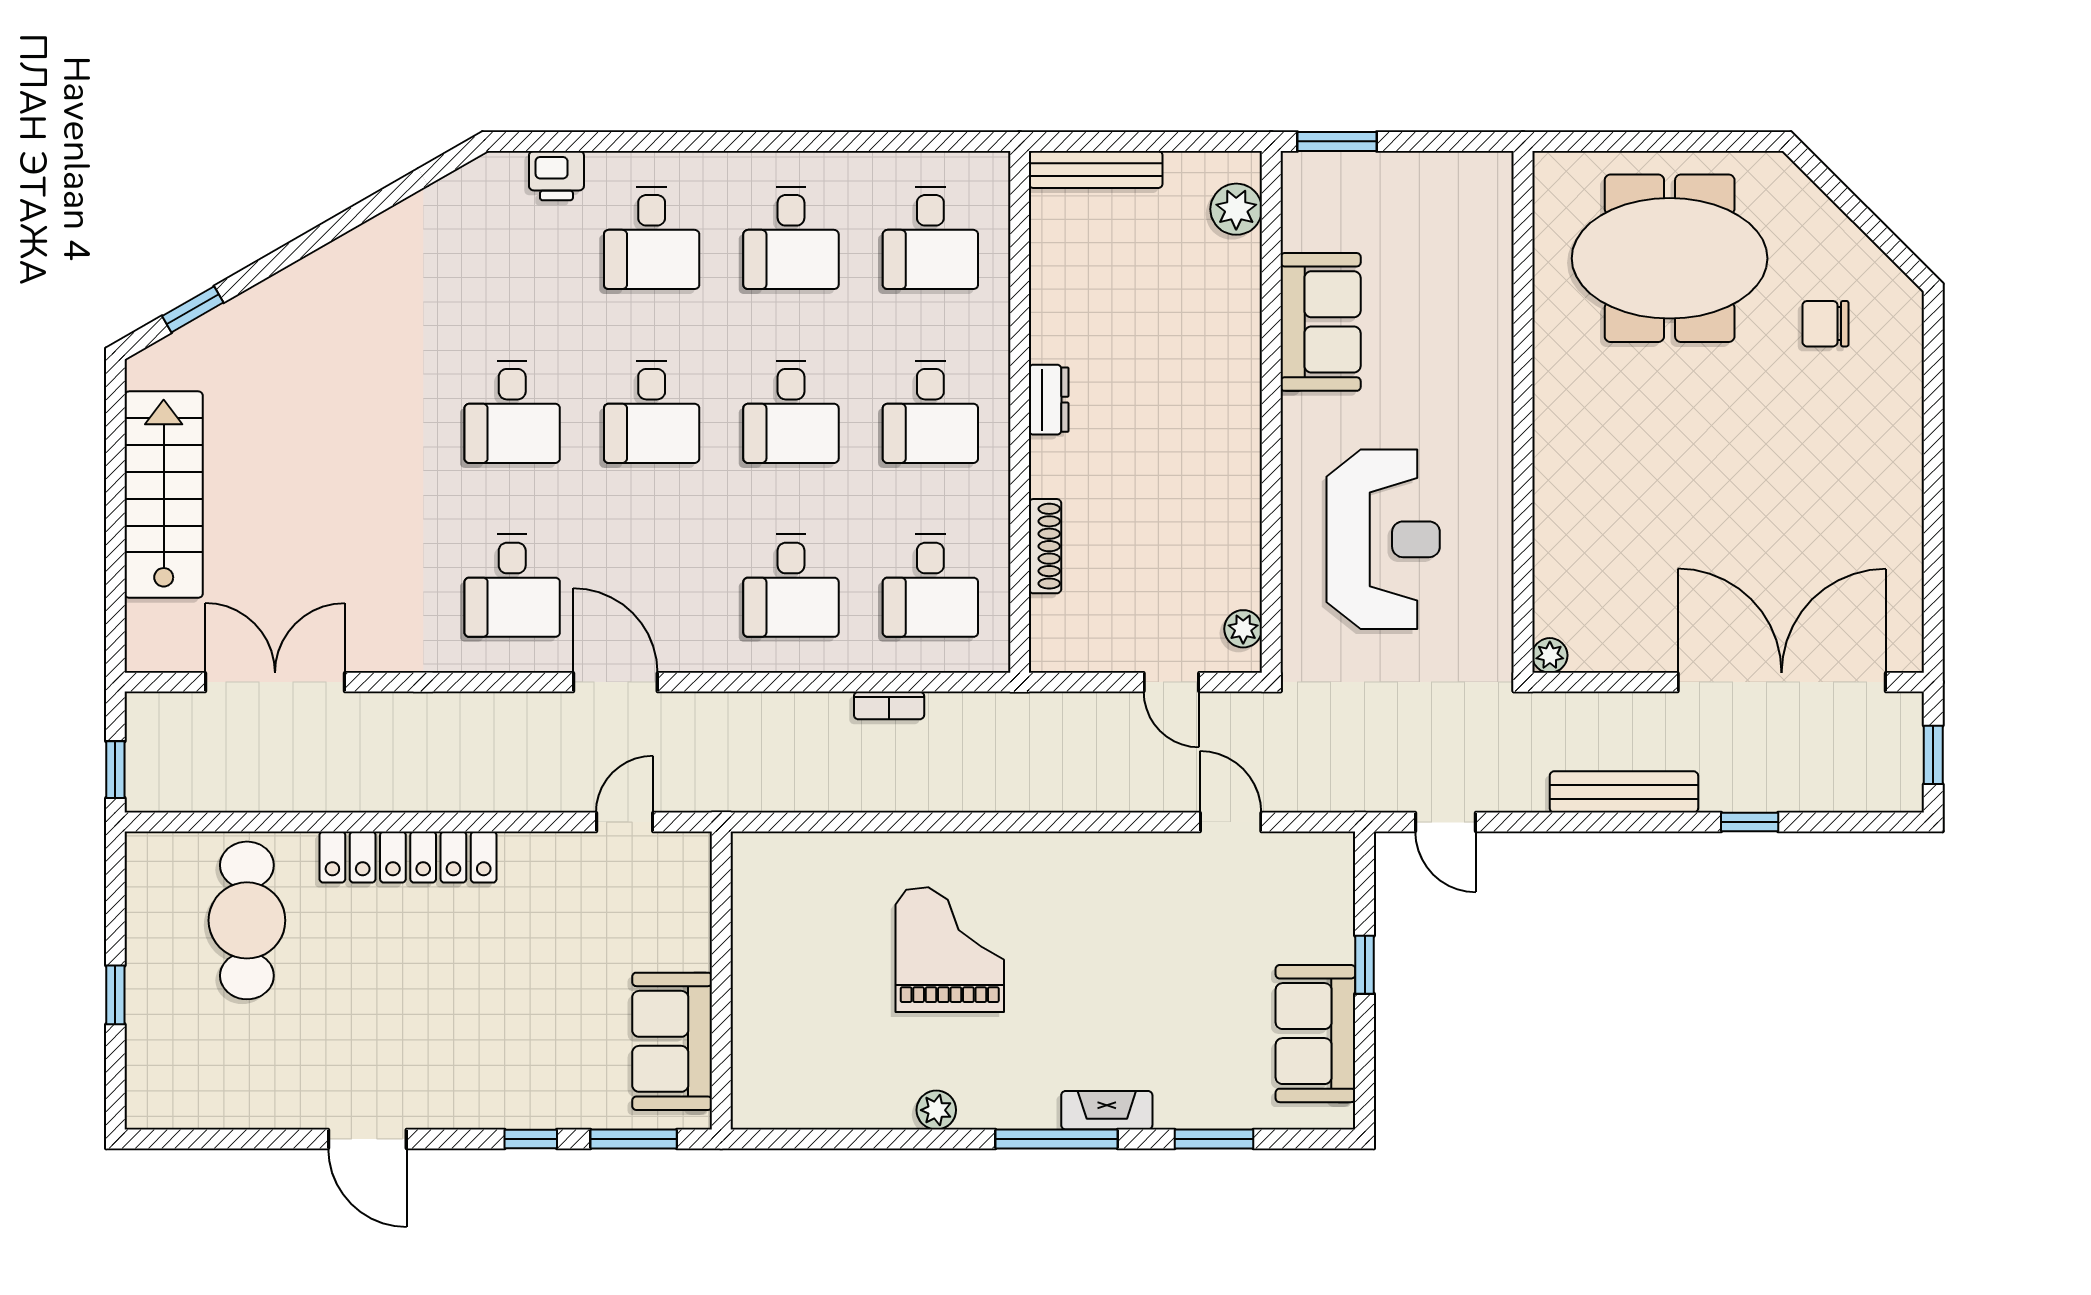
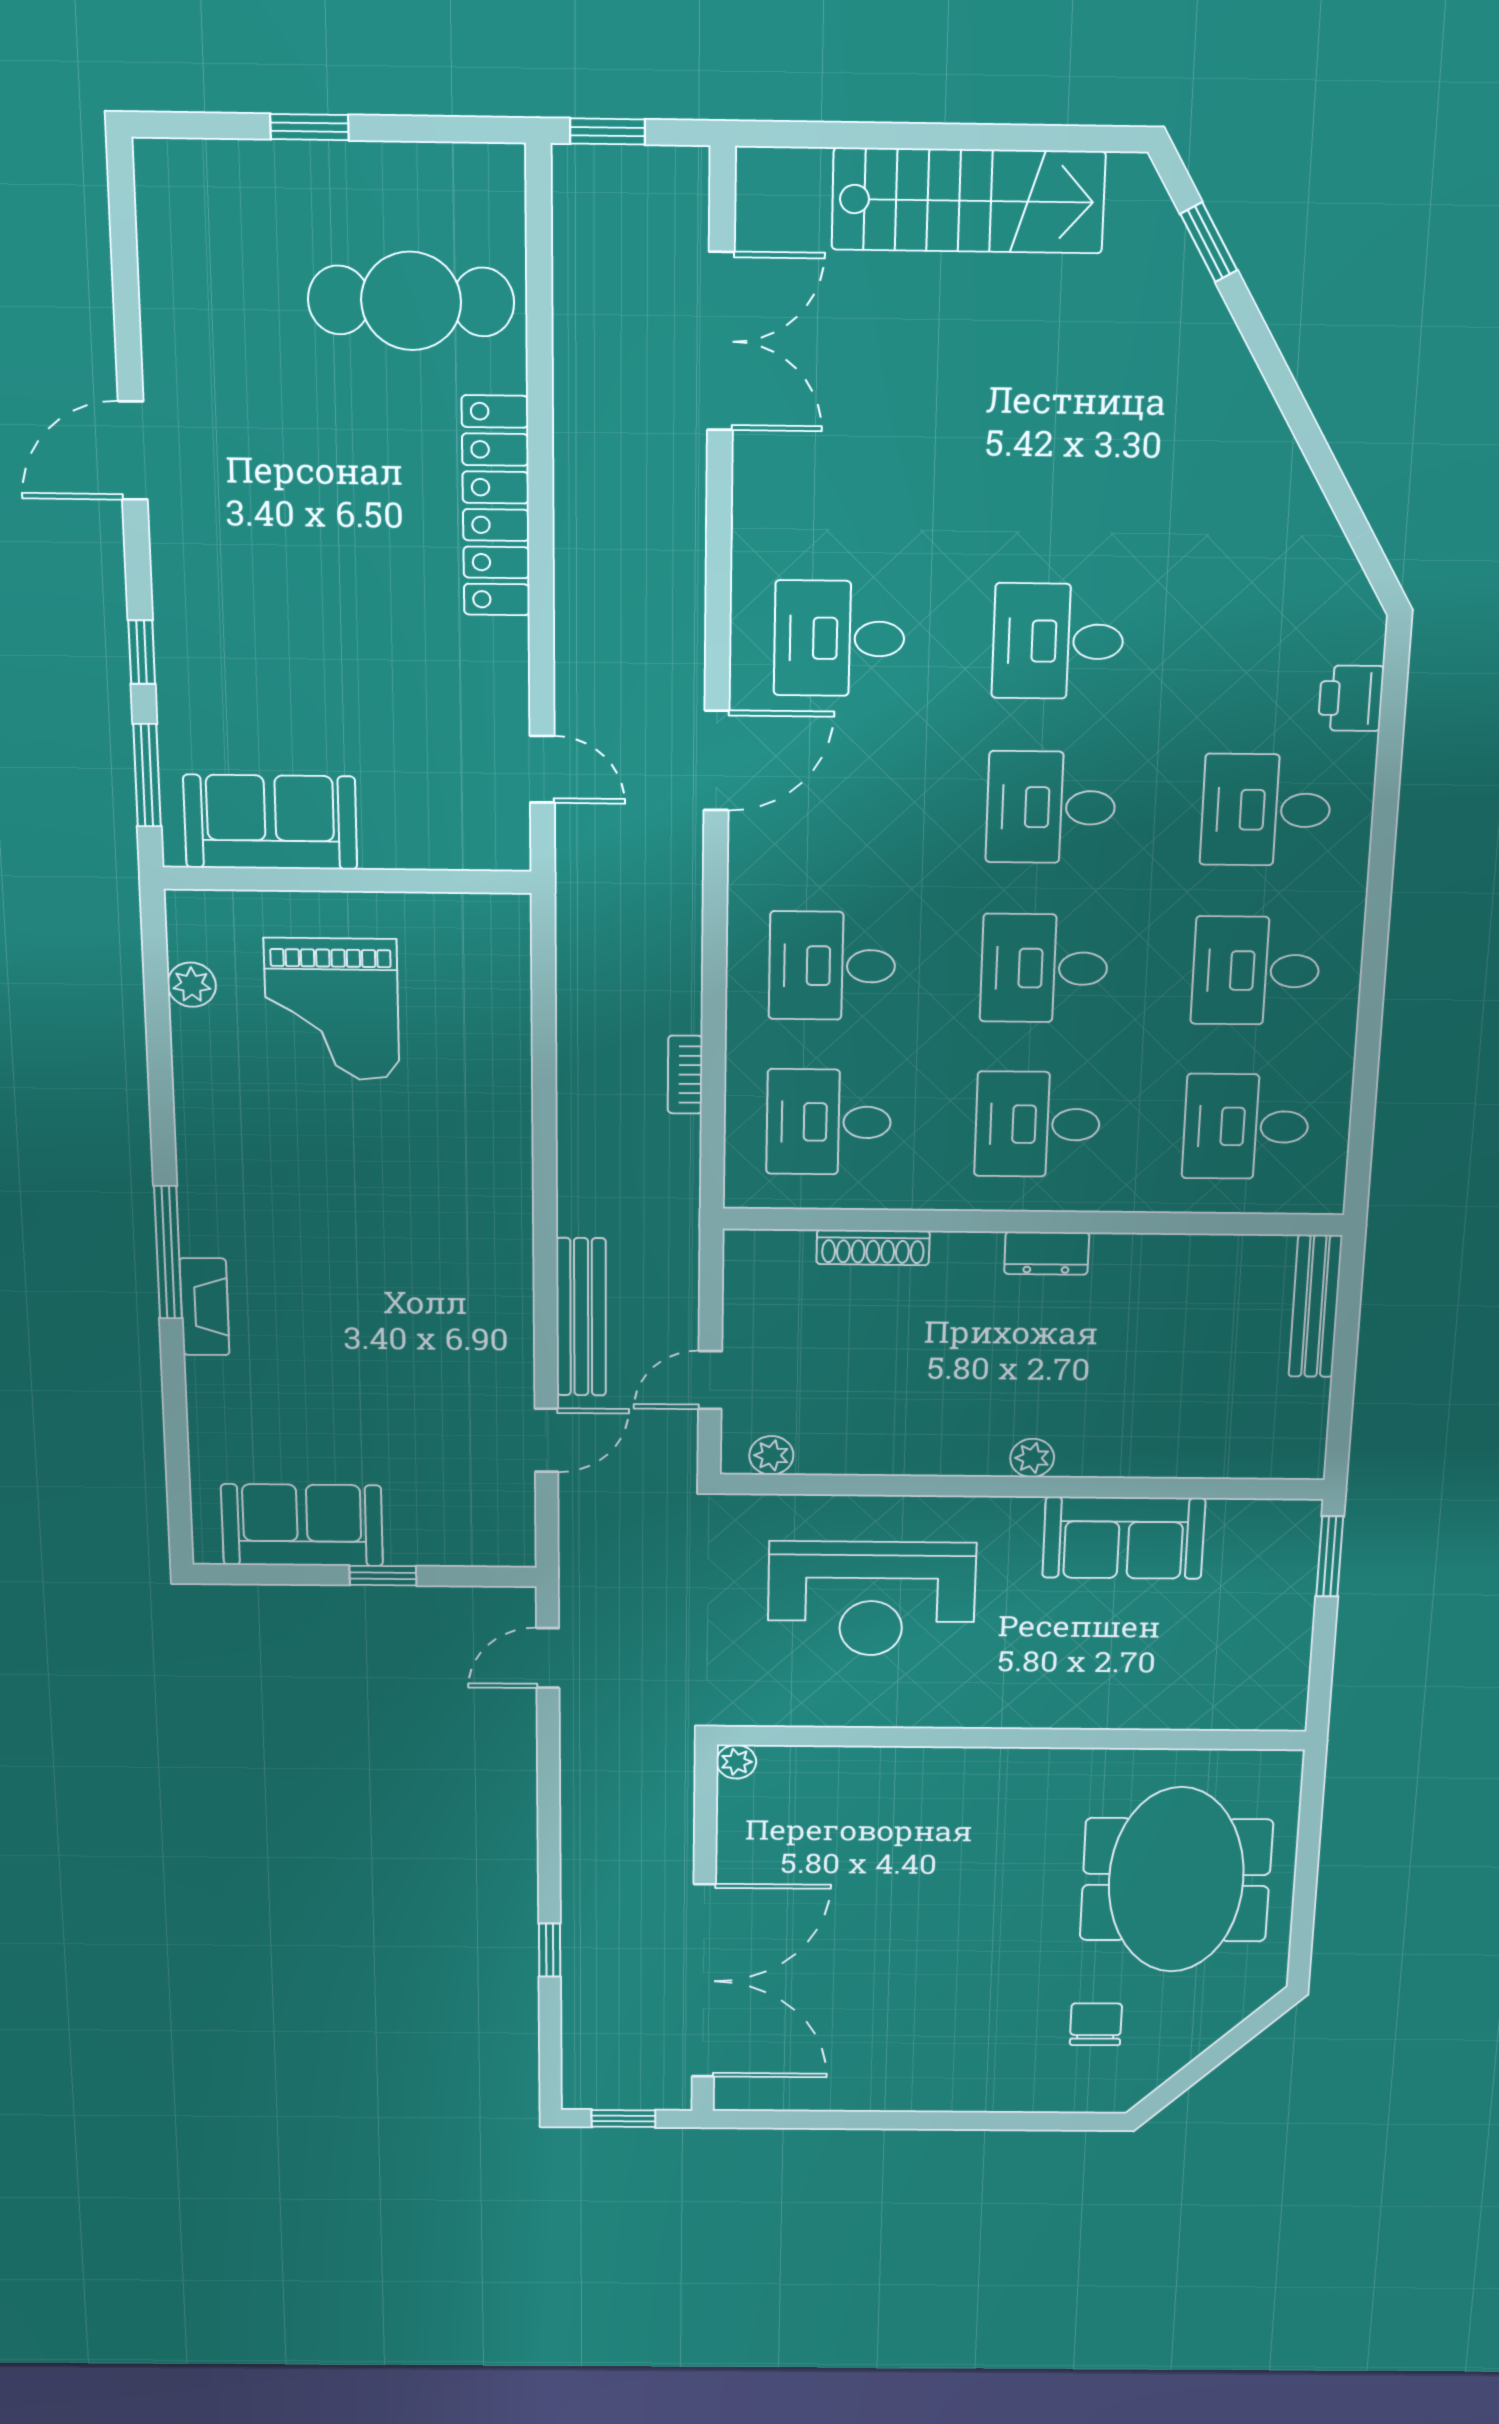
plant: (1236, 209) -> (1032, 1458), moved, width x0.73, depth x0.73
bench: (1624, 792) -> (581, 1317), moved
grand piano: (950, 950) -> (332, 1009), moved, turned 90
plant: (936, 1110) -> (192, 985), moved
window: (1214, 1139) -> (175, 1419), removed

